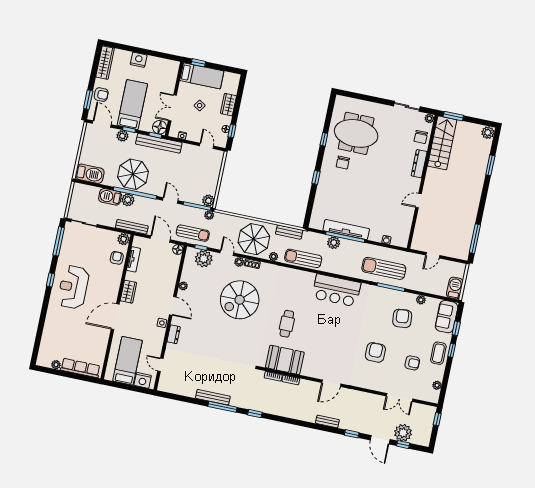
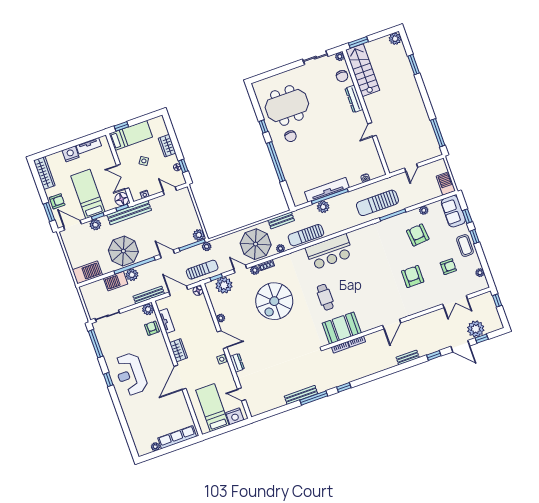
tv unit: (159, 62) -> (89, 146), added
window: (316, 177) -> (276, 162), width x3.17
bar counter: (336, 290) -> (329, 252), moved

